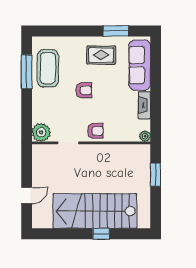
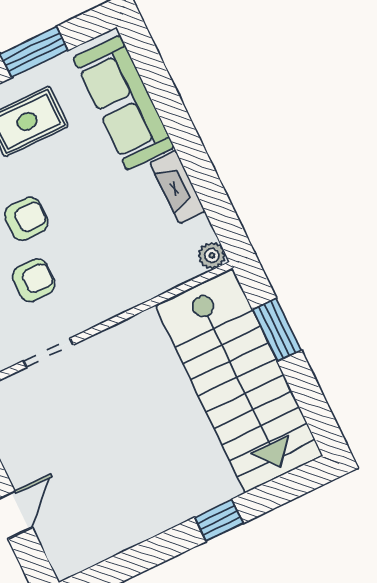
armchair: (95, 131) -> (34, 280), moved
stairs: (95, 211) -> (239, 381), moved, turned -90

